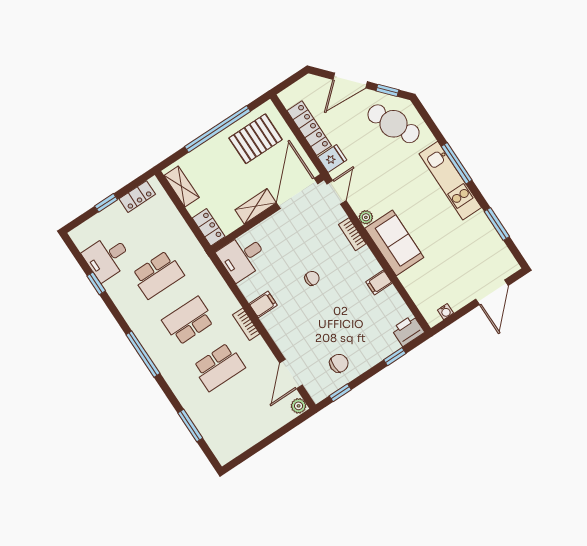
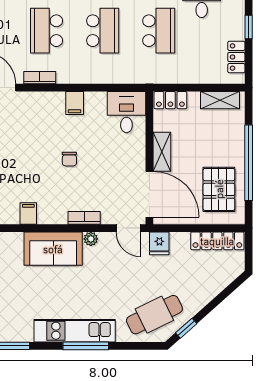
door: (350, 81) -> (215, 302), removed
locker: (309, 128) -> (217, 241), moved
school desk: (158, 275) -> (159, 31), turned 180
bookcase: (246, 324) -> (40, 78), moved

